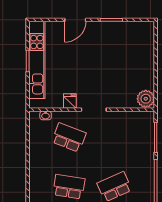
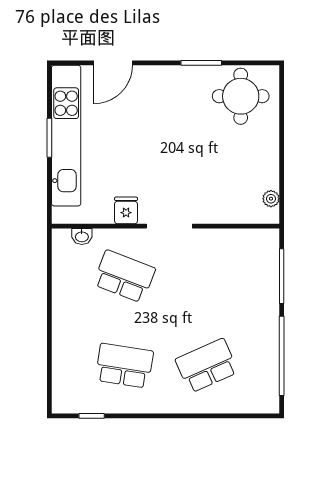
door: (75, 20) -> (113, 63), moved
round table: (133, 38) -> (241, 96), added
plant: (146, 99) -> (271, 199), width x0.53, depth x0.53

